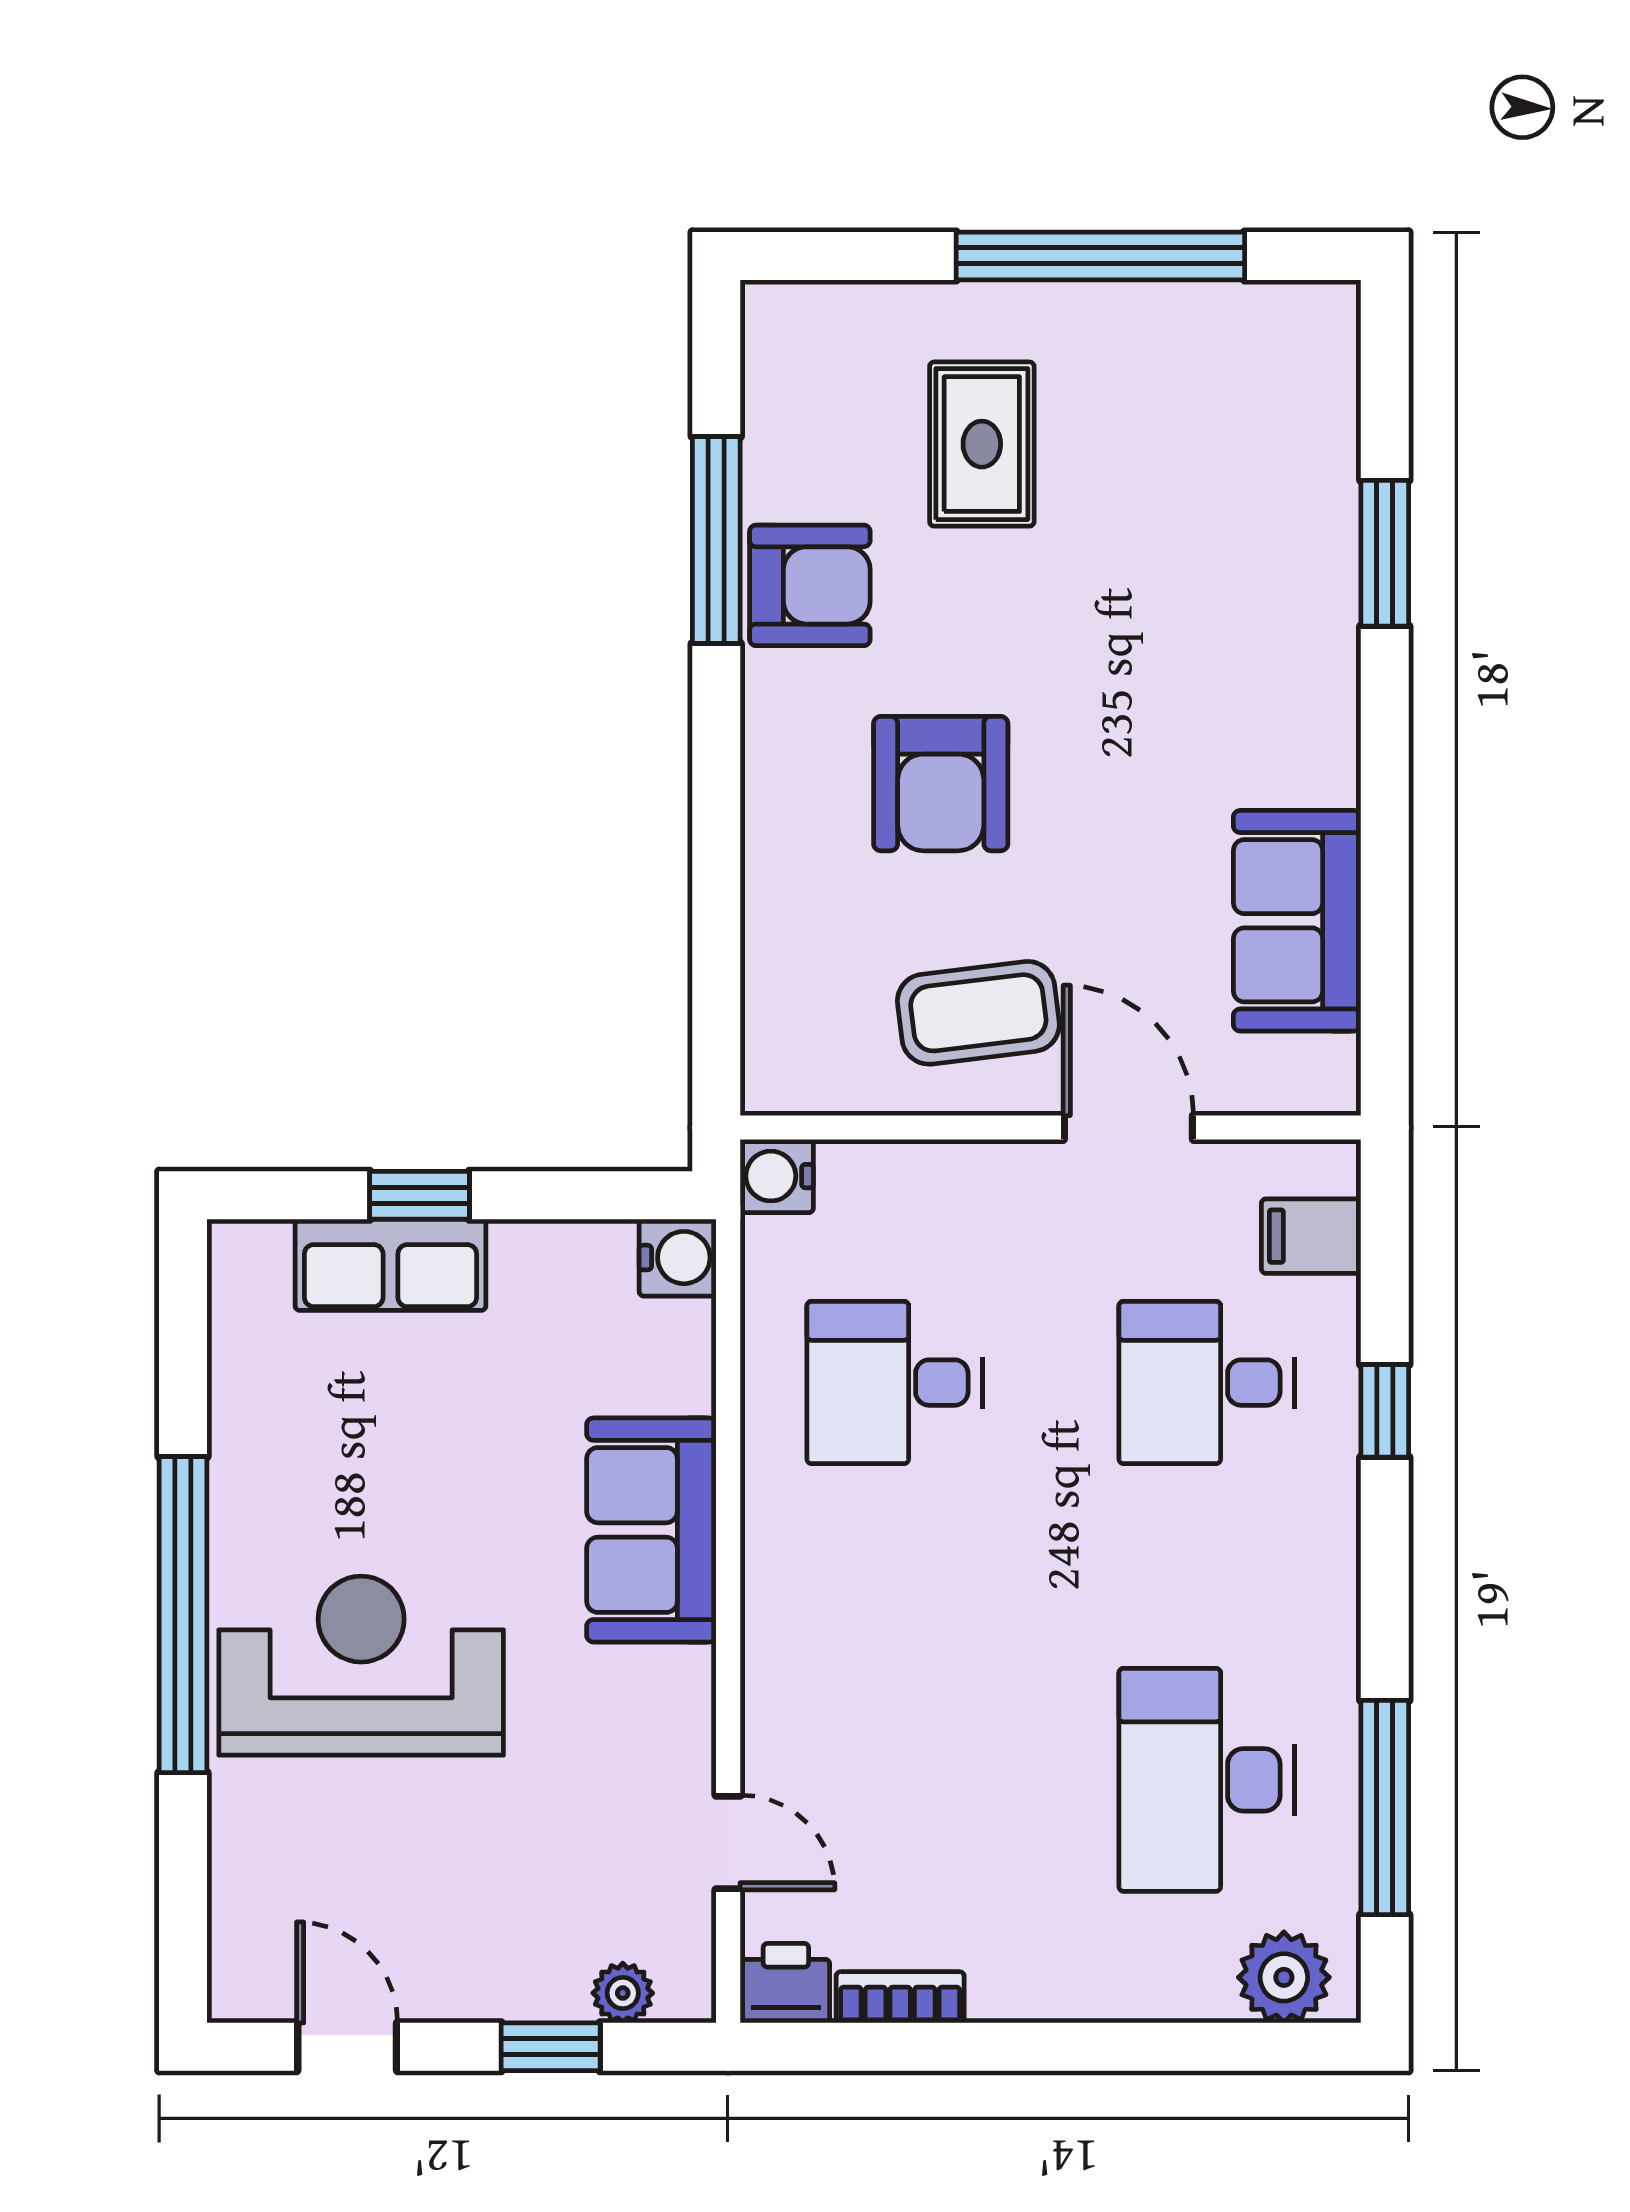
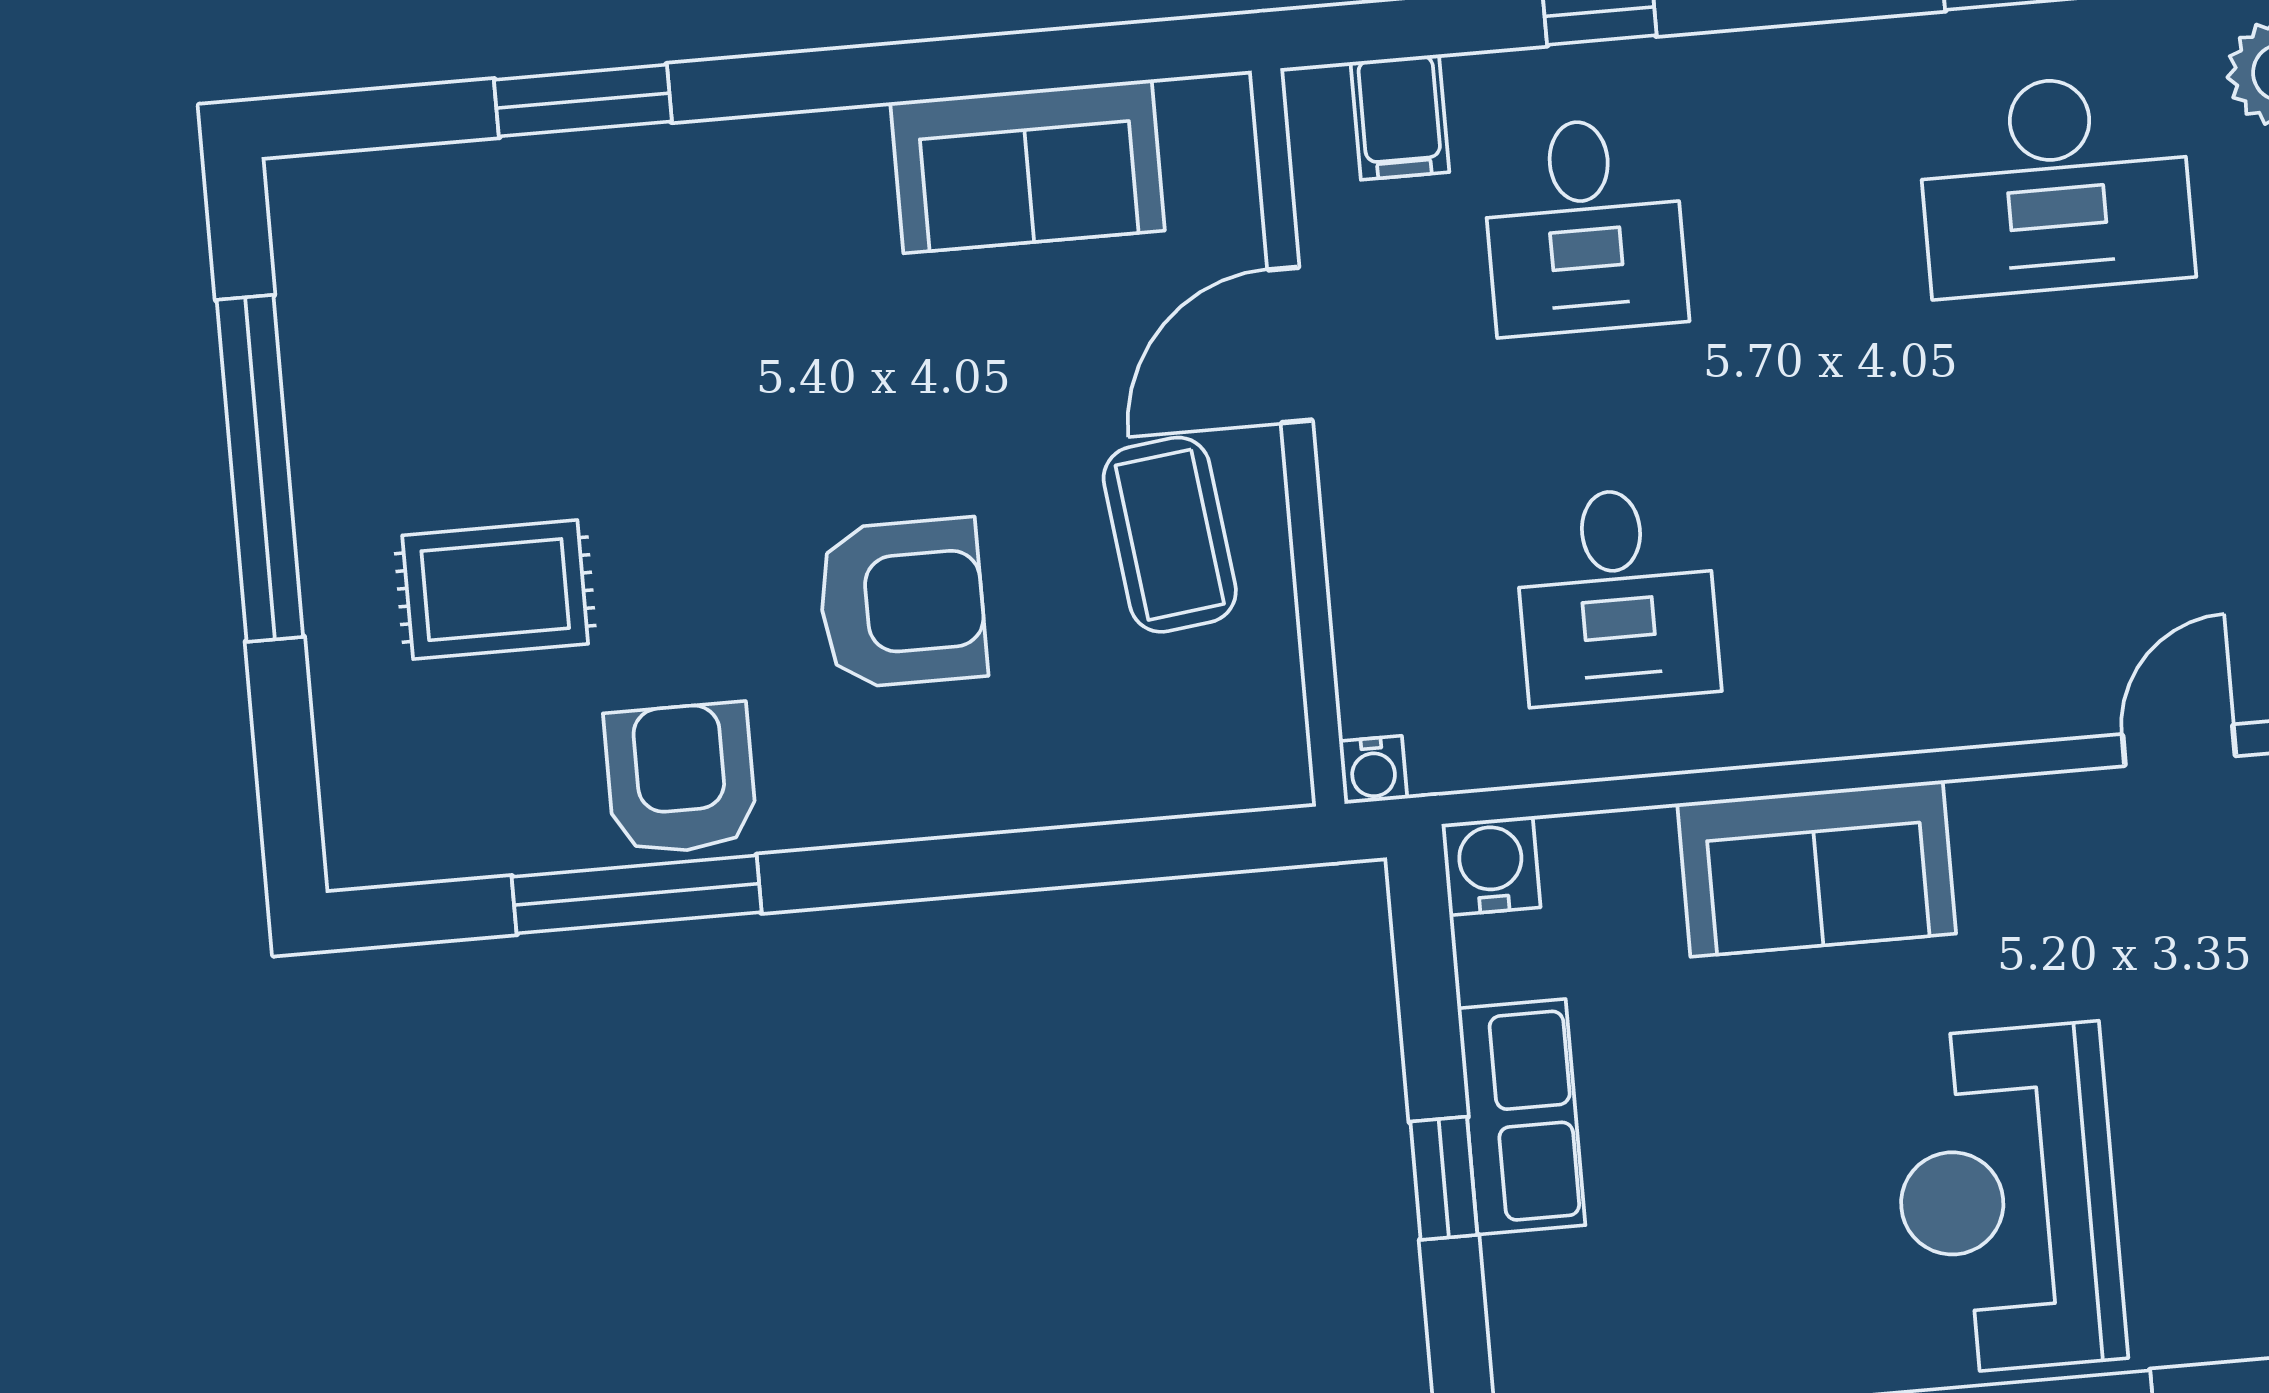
water cooler: (777, 1176) -> (1373, 770), width x0.72, depth x0.72
row of seats: (390, 1265) -> (1521, 1117), moved

